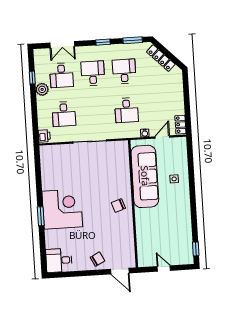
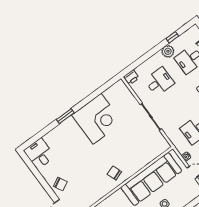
desk: (64, 114) -> (159, 82), turned 180
corner desk: (62, 209) -> (97, 119), moved

